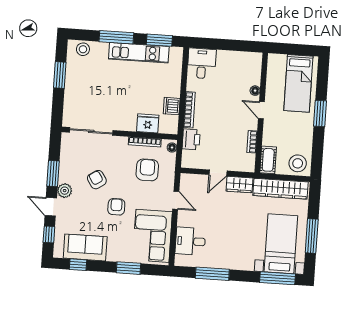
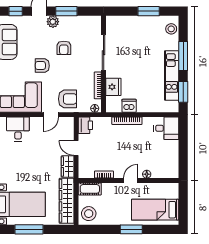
sliding door: (91, 131) -> (104, 53), moved
printer: (191, 139) -> (85, 125), moved, turned -90
armchair: (147, 170) -> (67, 99), moved
armchair: (97, 180) -> (64, 48), turned 123
armchair: (116, 207) -> (42, 66), turned 180

